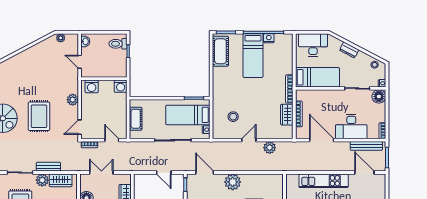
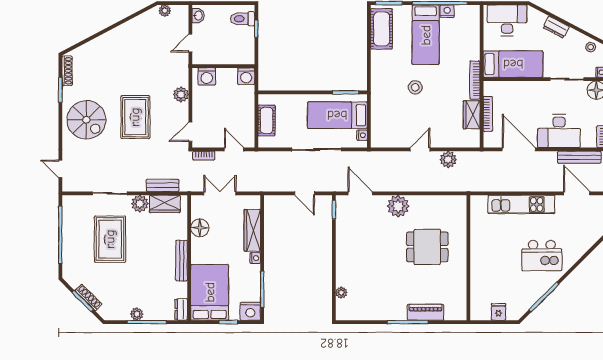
door: (80, 62) -> (190, 43), hinge flipped
stool: (233, 117) -> (415, 87), moved
bench: (48, 167) -> (163, 185), moved

